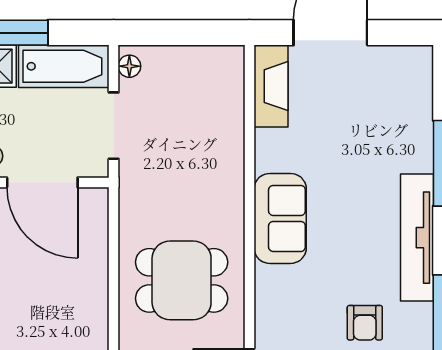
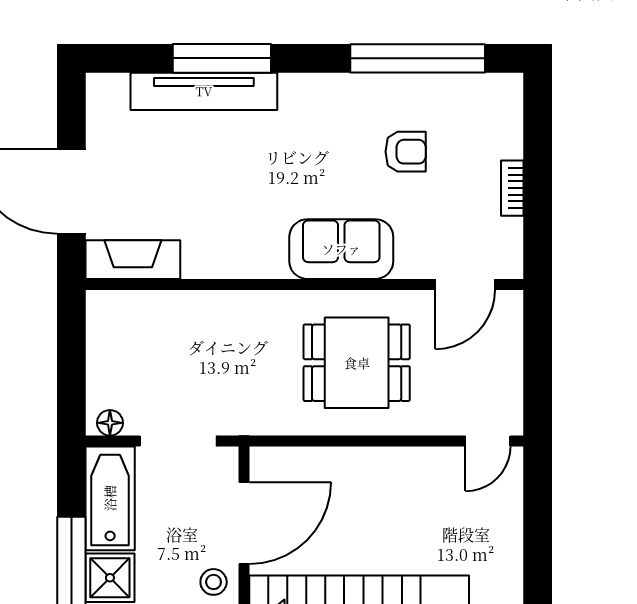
sofa: (280, 218) -> (341, 249), moved
tv unit: (417, 238) -> (204, 91), moved
dining table: (182, 280) -> (357, 363), turned 90

